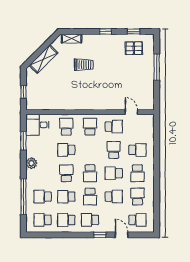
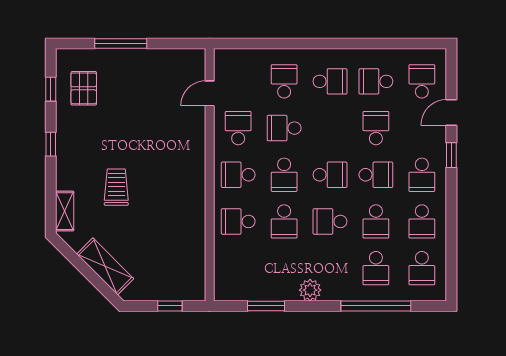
desk: (37, 125) -> (234, 279), removed
school desk: (114, 173) -> (284, 175), moved

